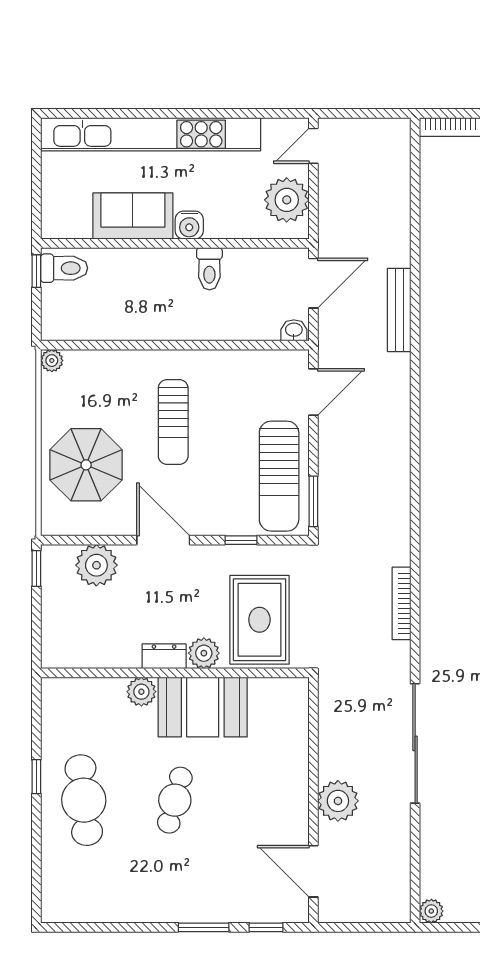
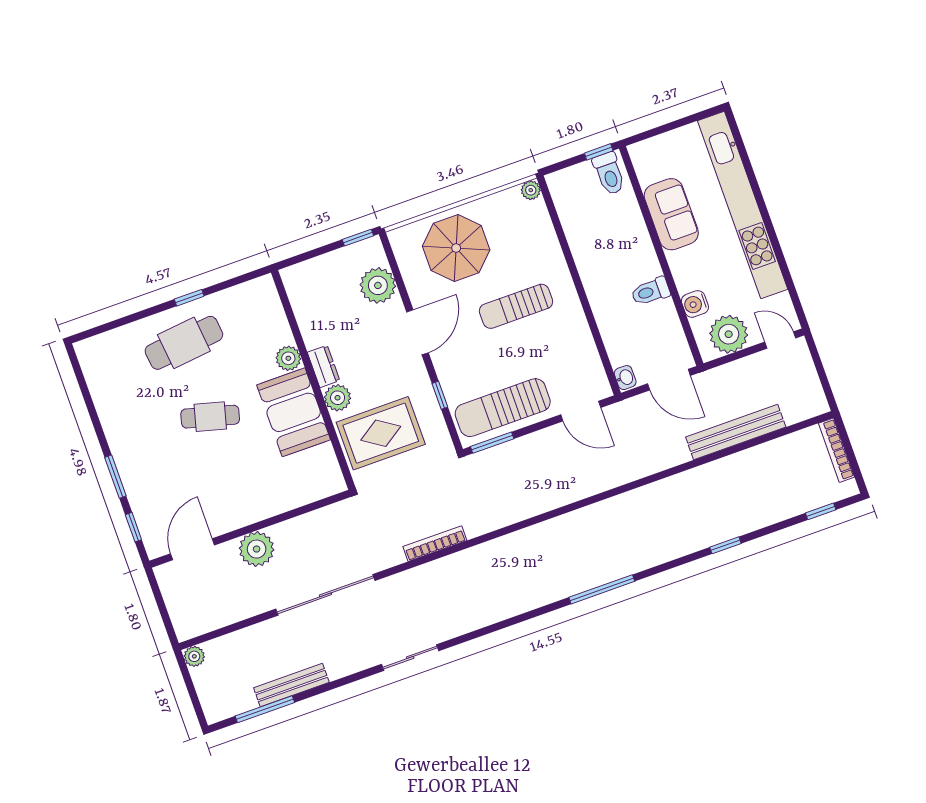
water cooler: (189, 225) -> (695, 304), moved
bench: (399, 310) -> (736, 432), moved, width x1.37, depth x1.21

